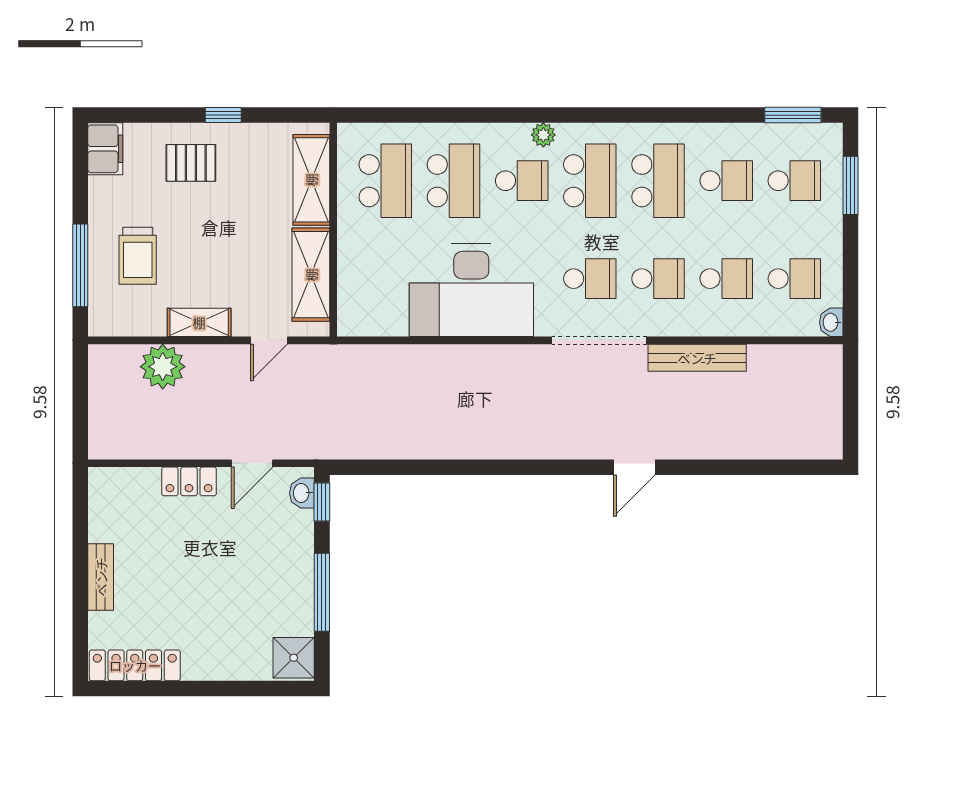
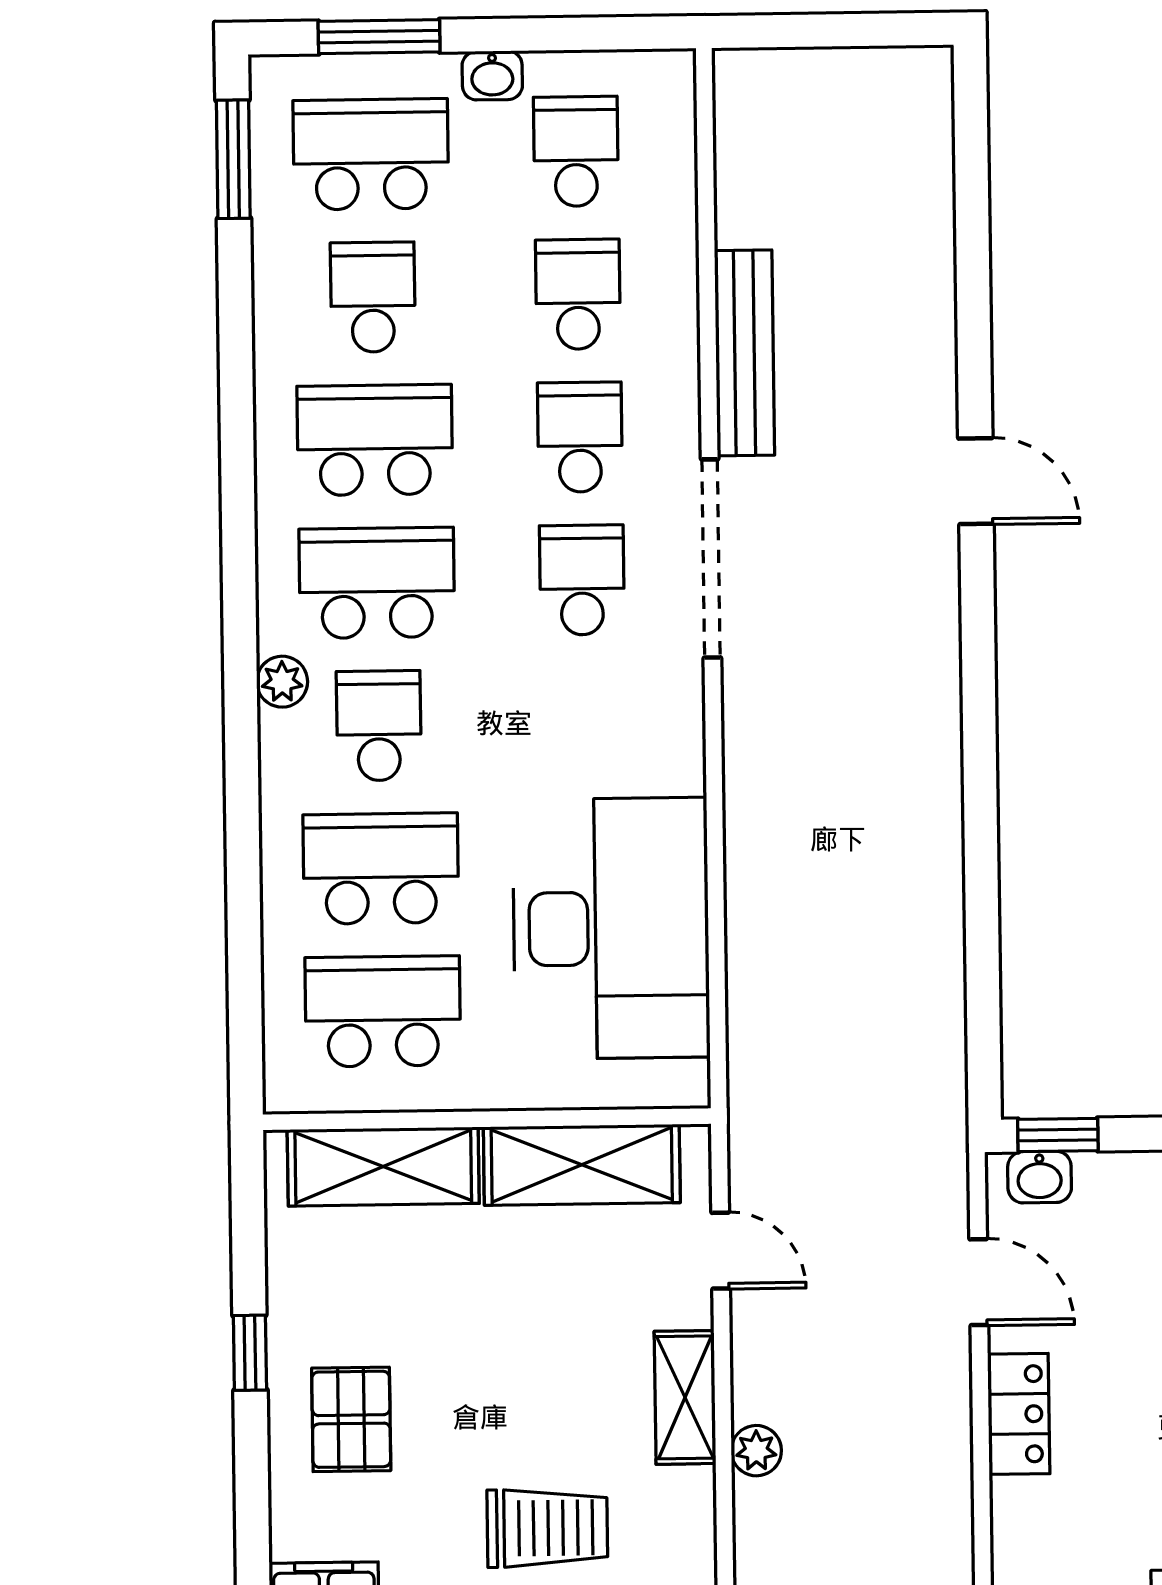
school desk: (794, 181) -> (371, 154), width x1.85
desk: (471, 290) -> (611, 928), moved
washbasin: (831, 322) -> (492, 75), moved
plant: (163, 367) -> (756, 1451), width x0.53, depth x0.53

